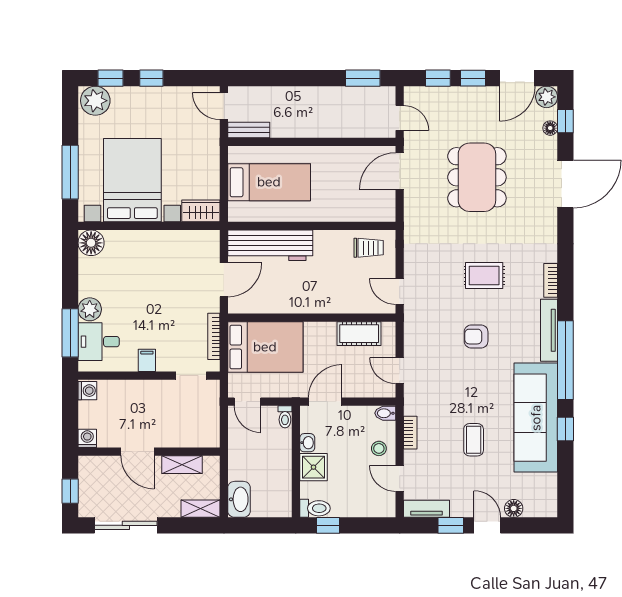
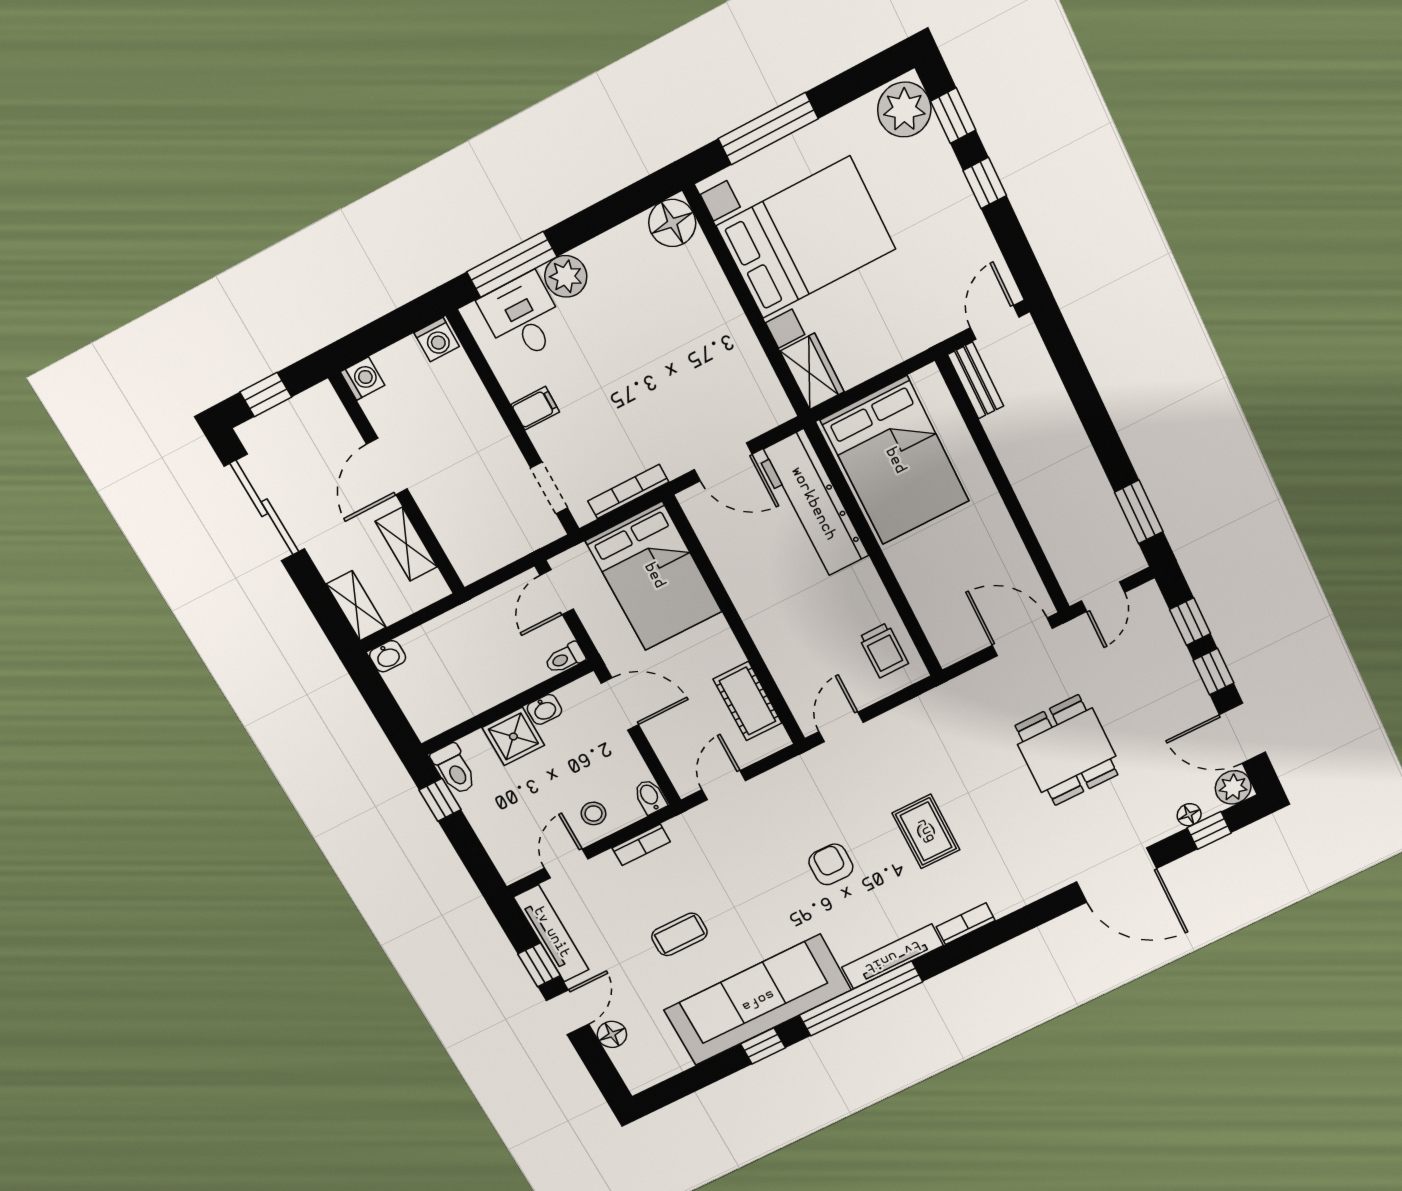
dining table: (477, 177) -> (1067, 750), width x0.73
bed: (269, 182) -> (895, 461), width x1.50
washbasin: (239, 499) -> (388, 656), width x0.52, depth x0.69
tv unit: (427, 509) -> (551, 933), width x1.41

